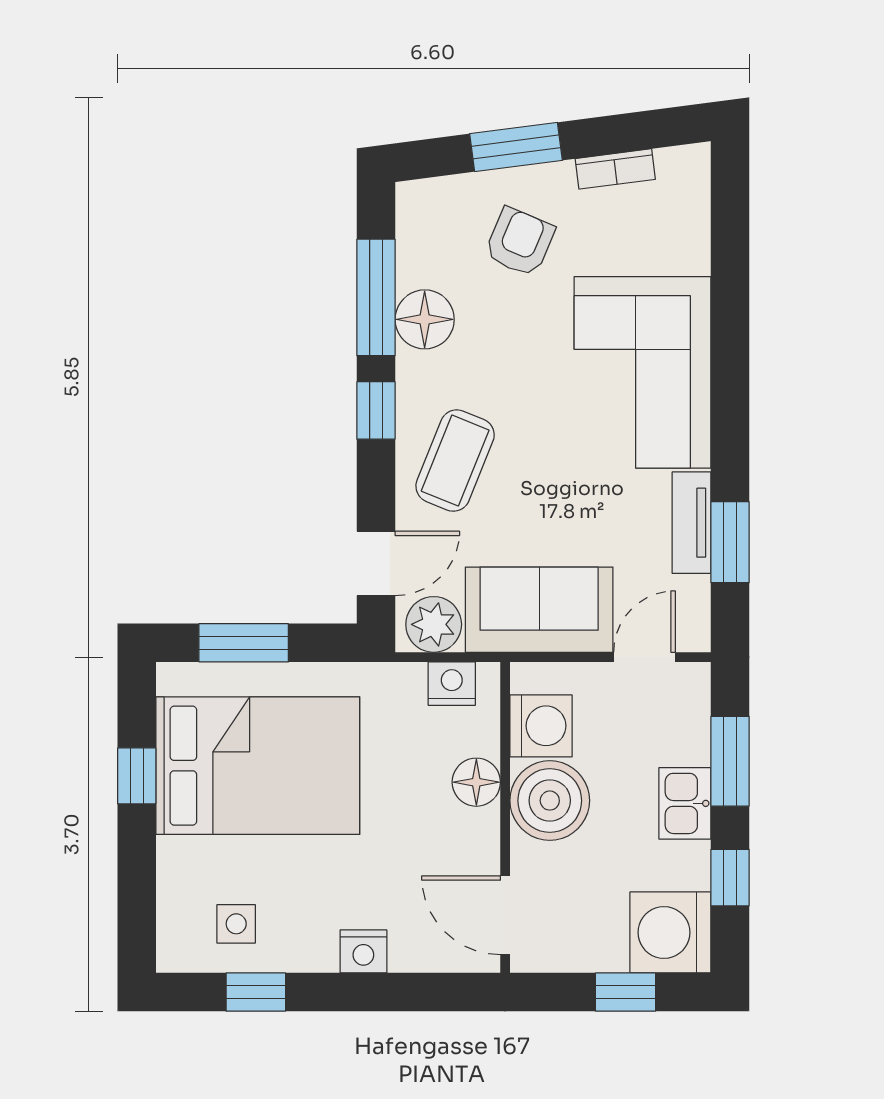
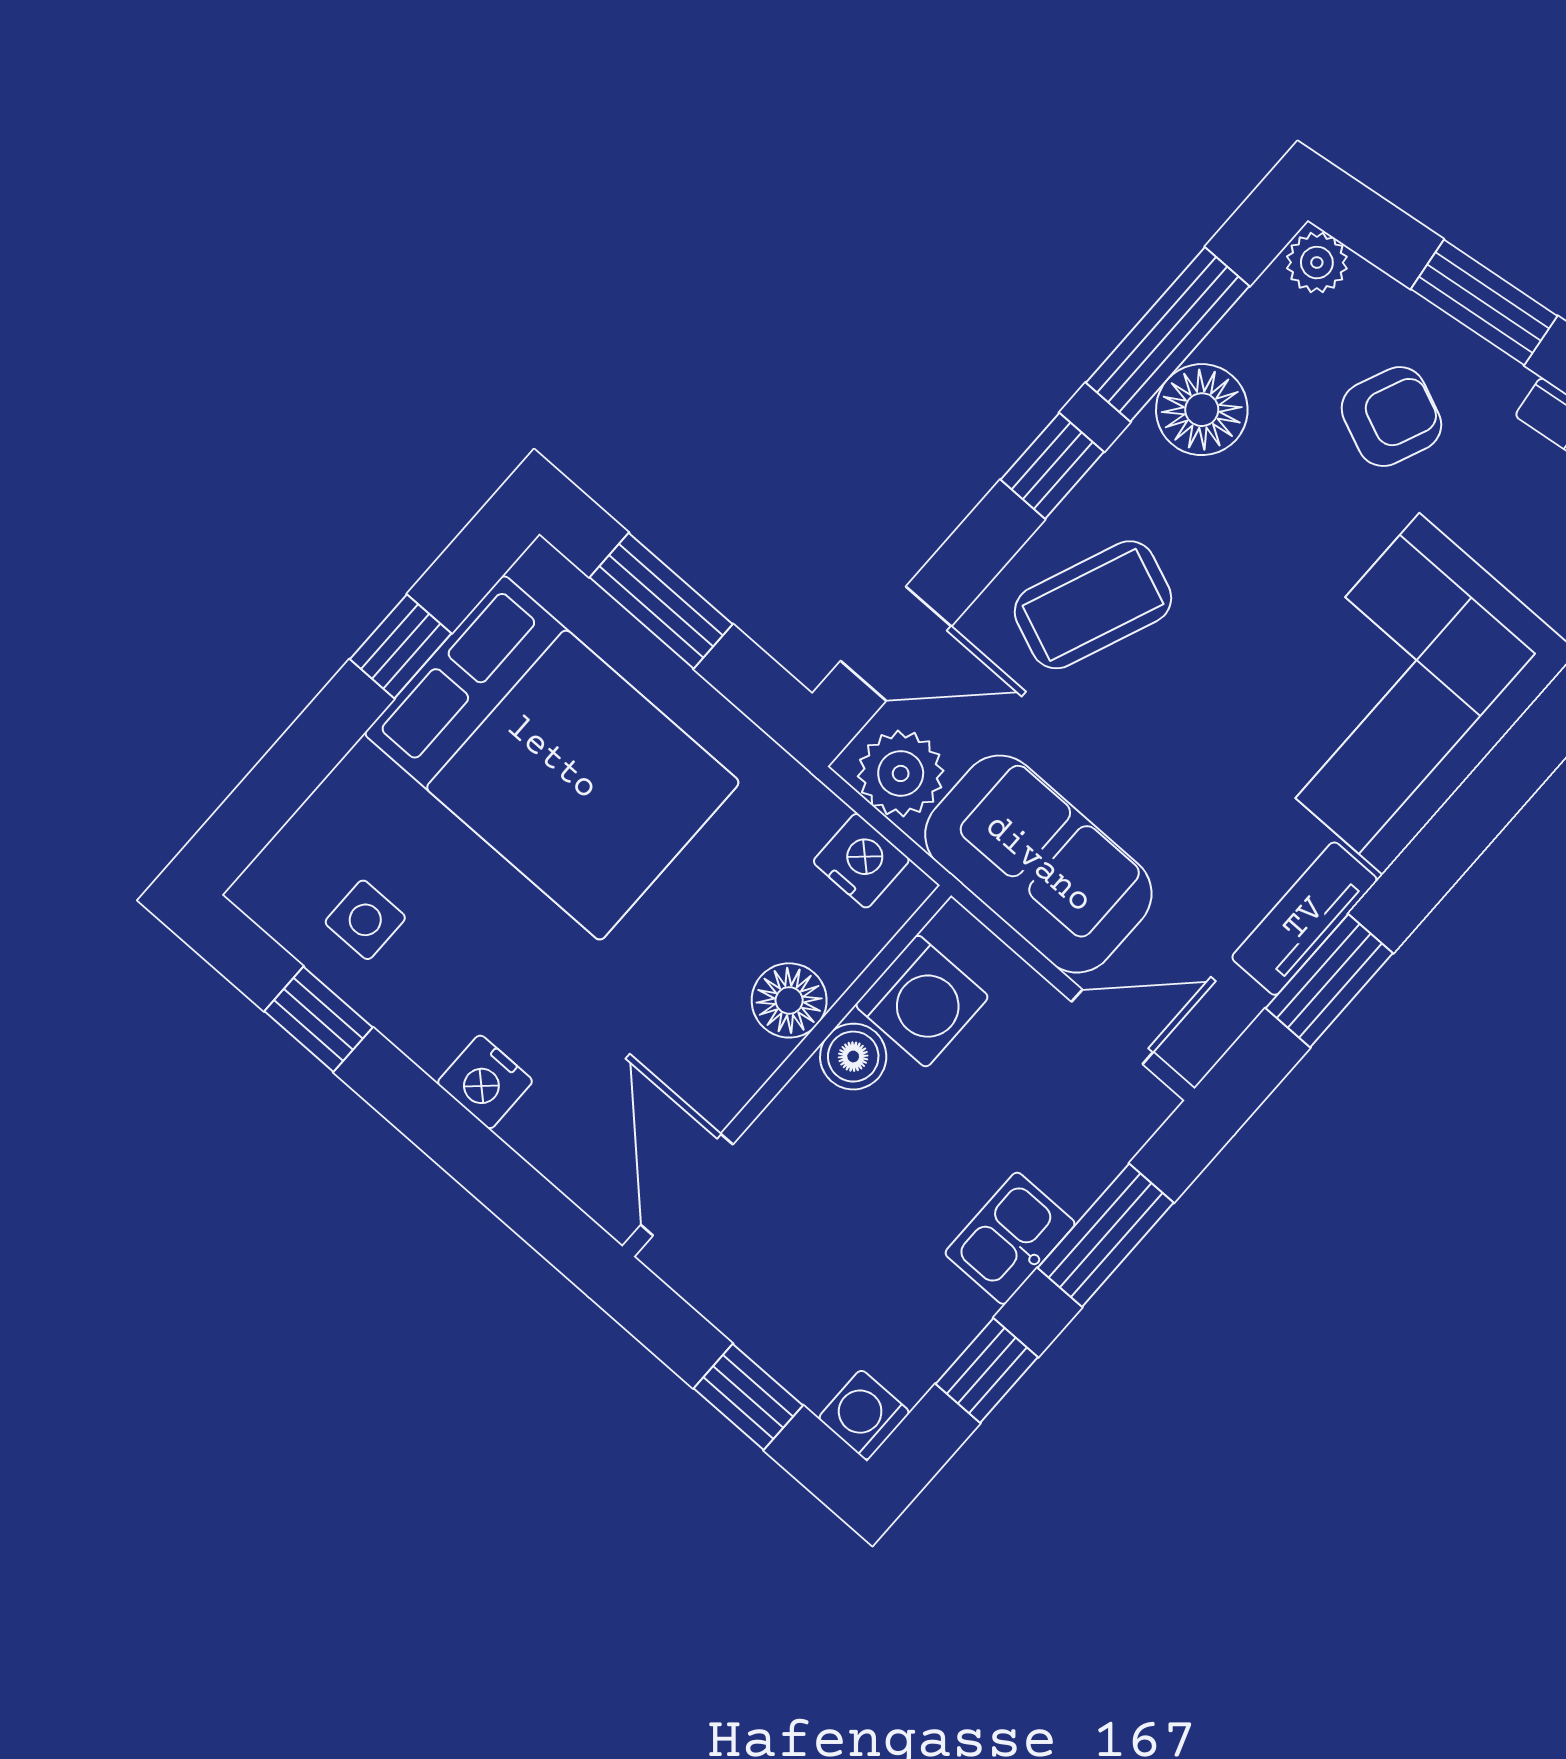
plant: (418, 199) -> (1317, 263), added
boiler: (550, 801) -> (853, 1057), width x0.54, depth x0.54
washing machine: (670, 932) -> (864, 1415), width x0.53, depth x0.53

